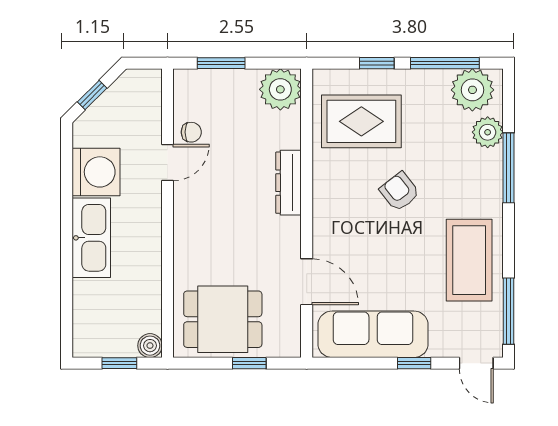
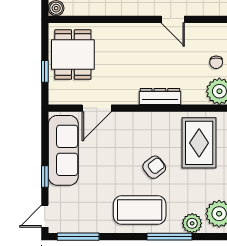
chair: (191, 132) -> (216, 62), moved
coffee table: (469, 260) -> (140, 210), moved

